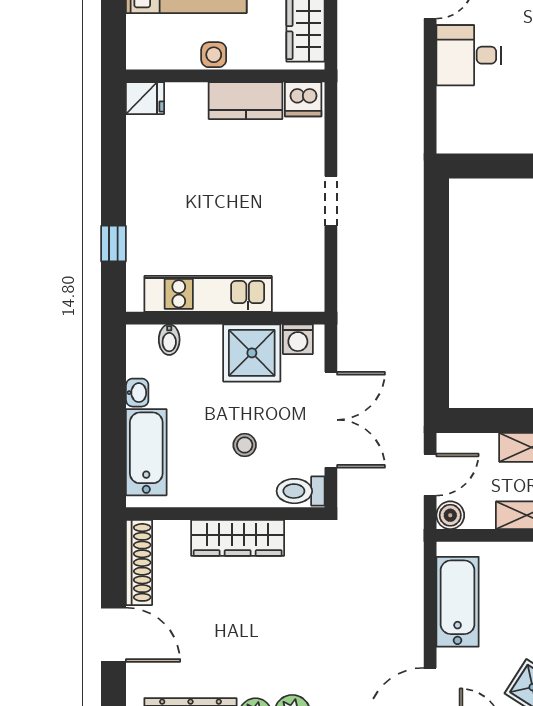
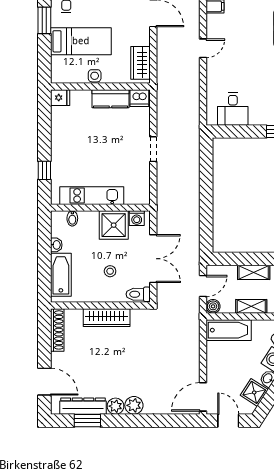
desk: (469, 55) -> (233, 109), moved, turned -90
bathtub: (458, 602) -> (229, 330), moved, turned 90
door: (114, 635) -> (44, 382), moved

